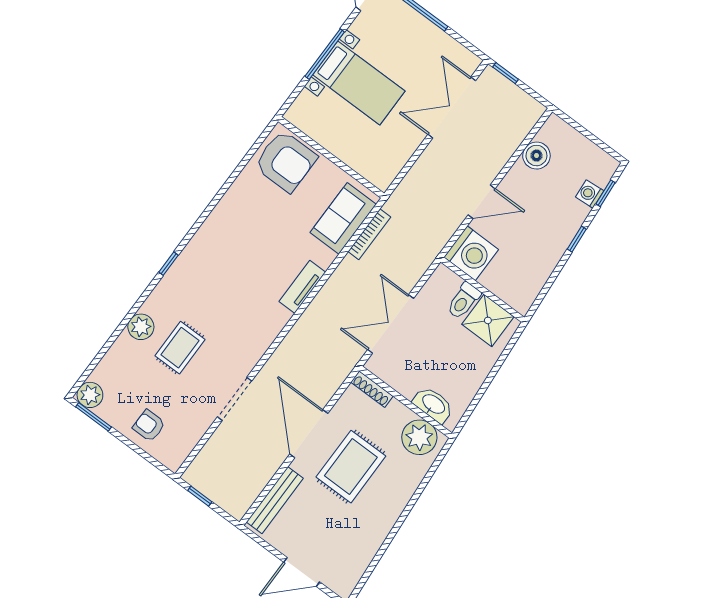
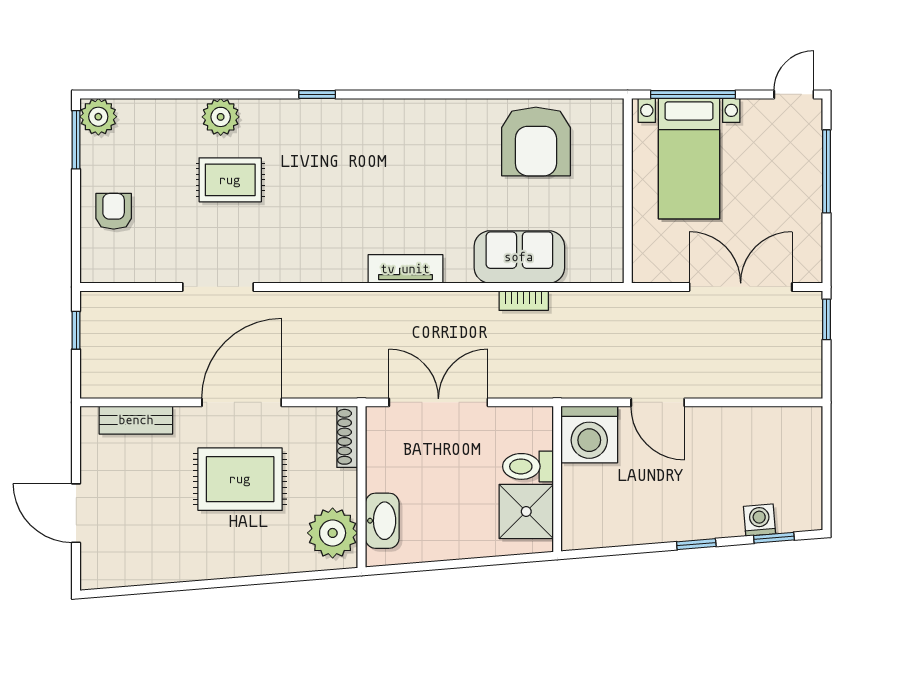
boiler: (536, 156) -> (758, 426), removed
wall: (331, 157) -> (628, 191), moved
bookcase: (369, 234) -> (524, 301), width x0.64
bench: (275, 500) -> (136, 420), width x0.73

